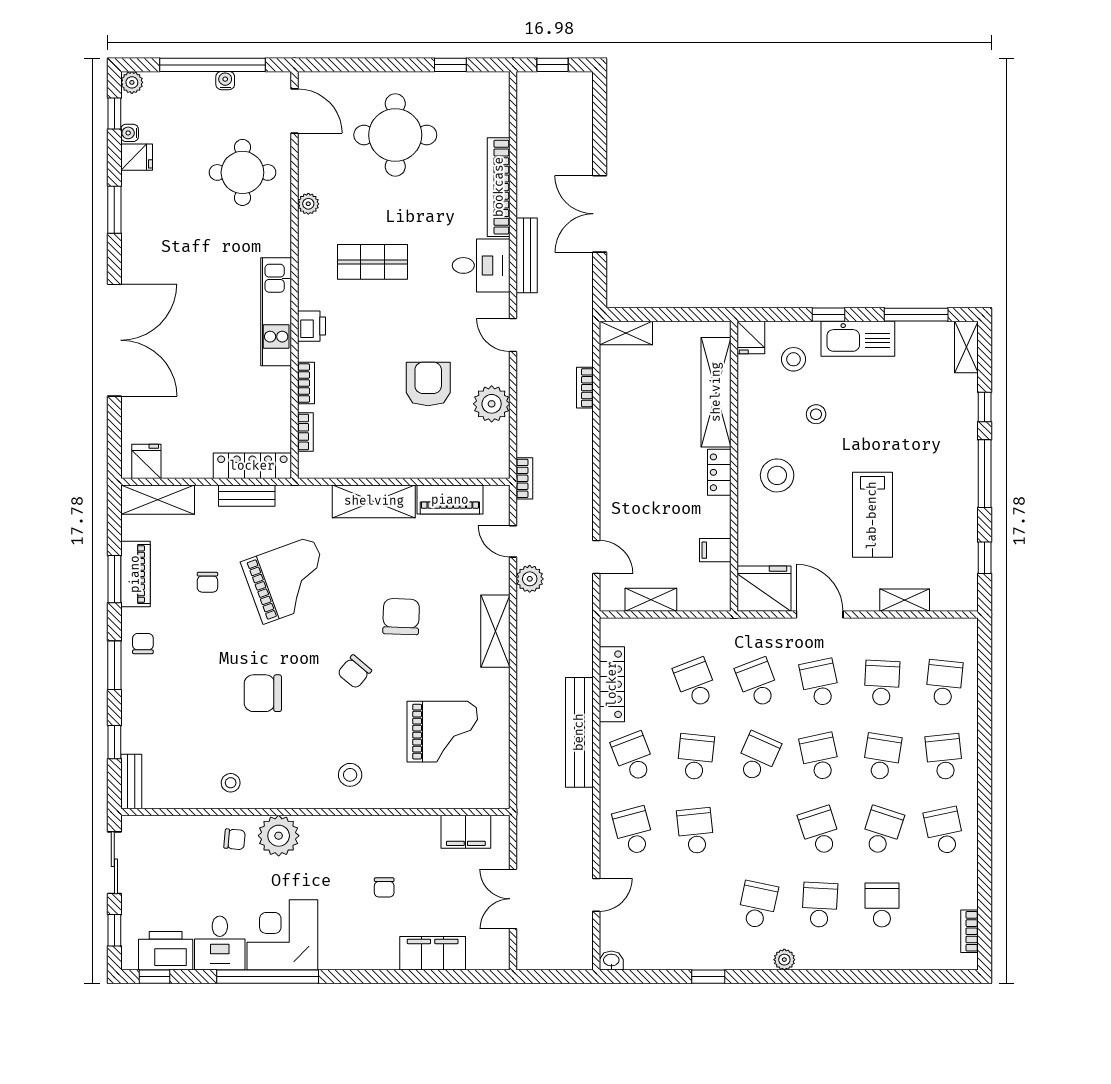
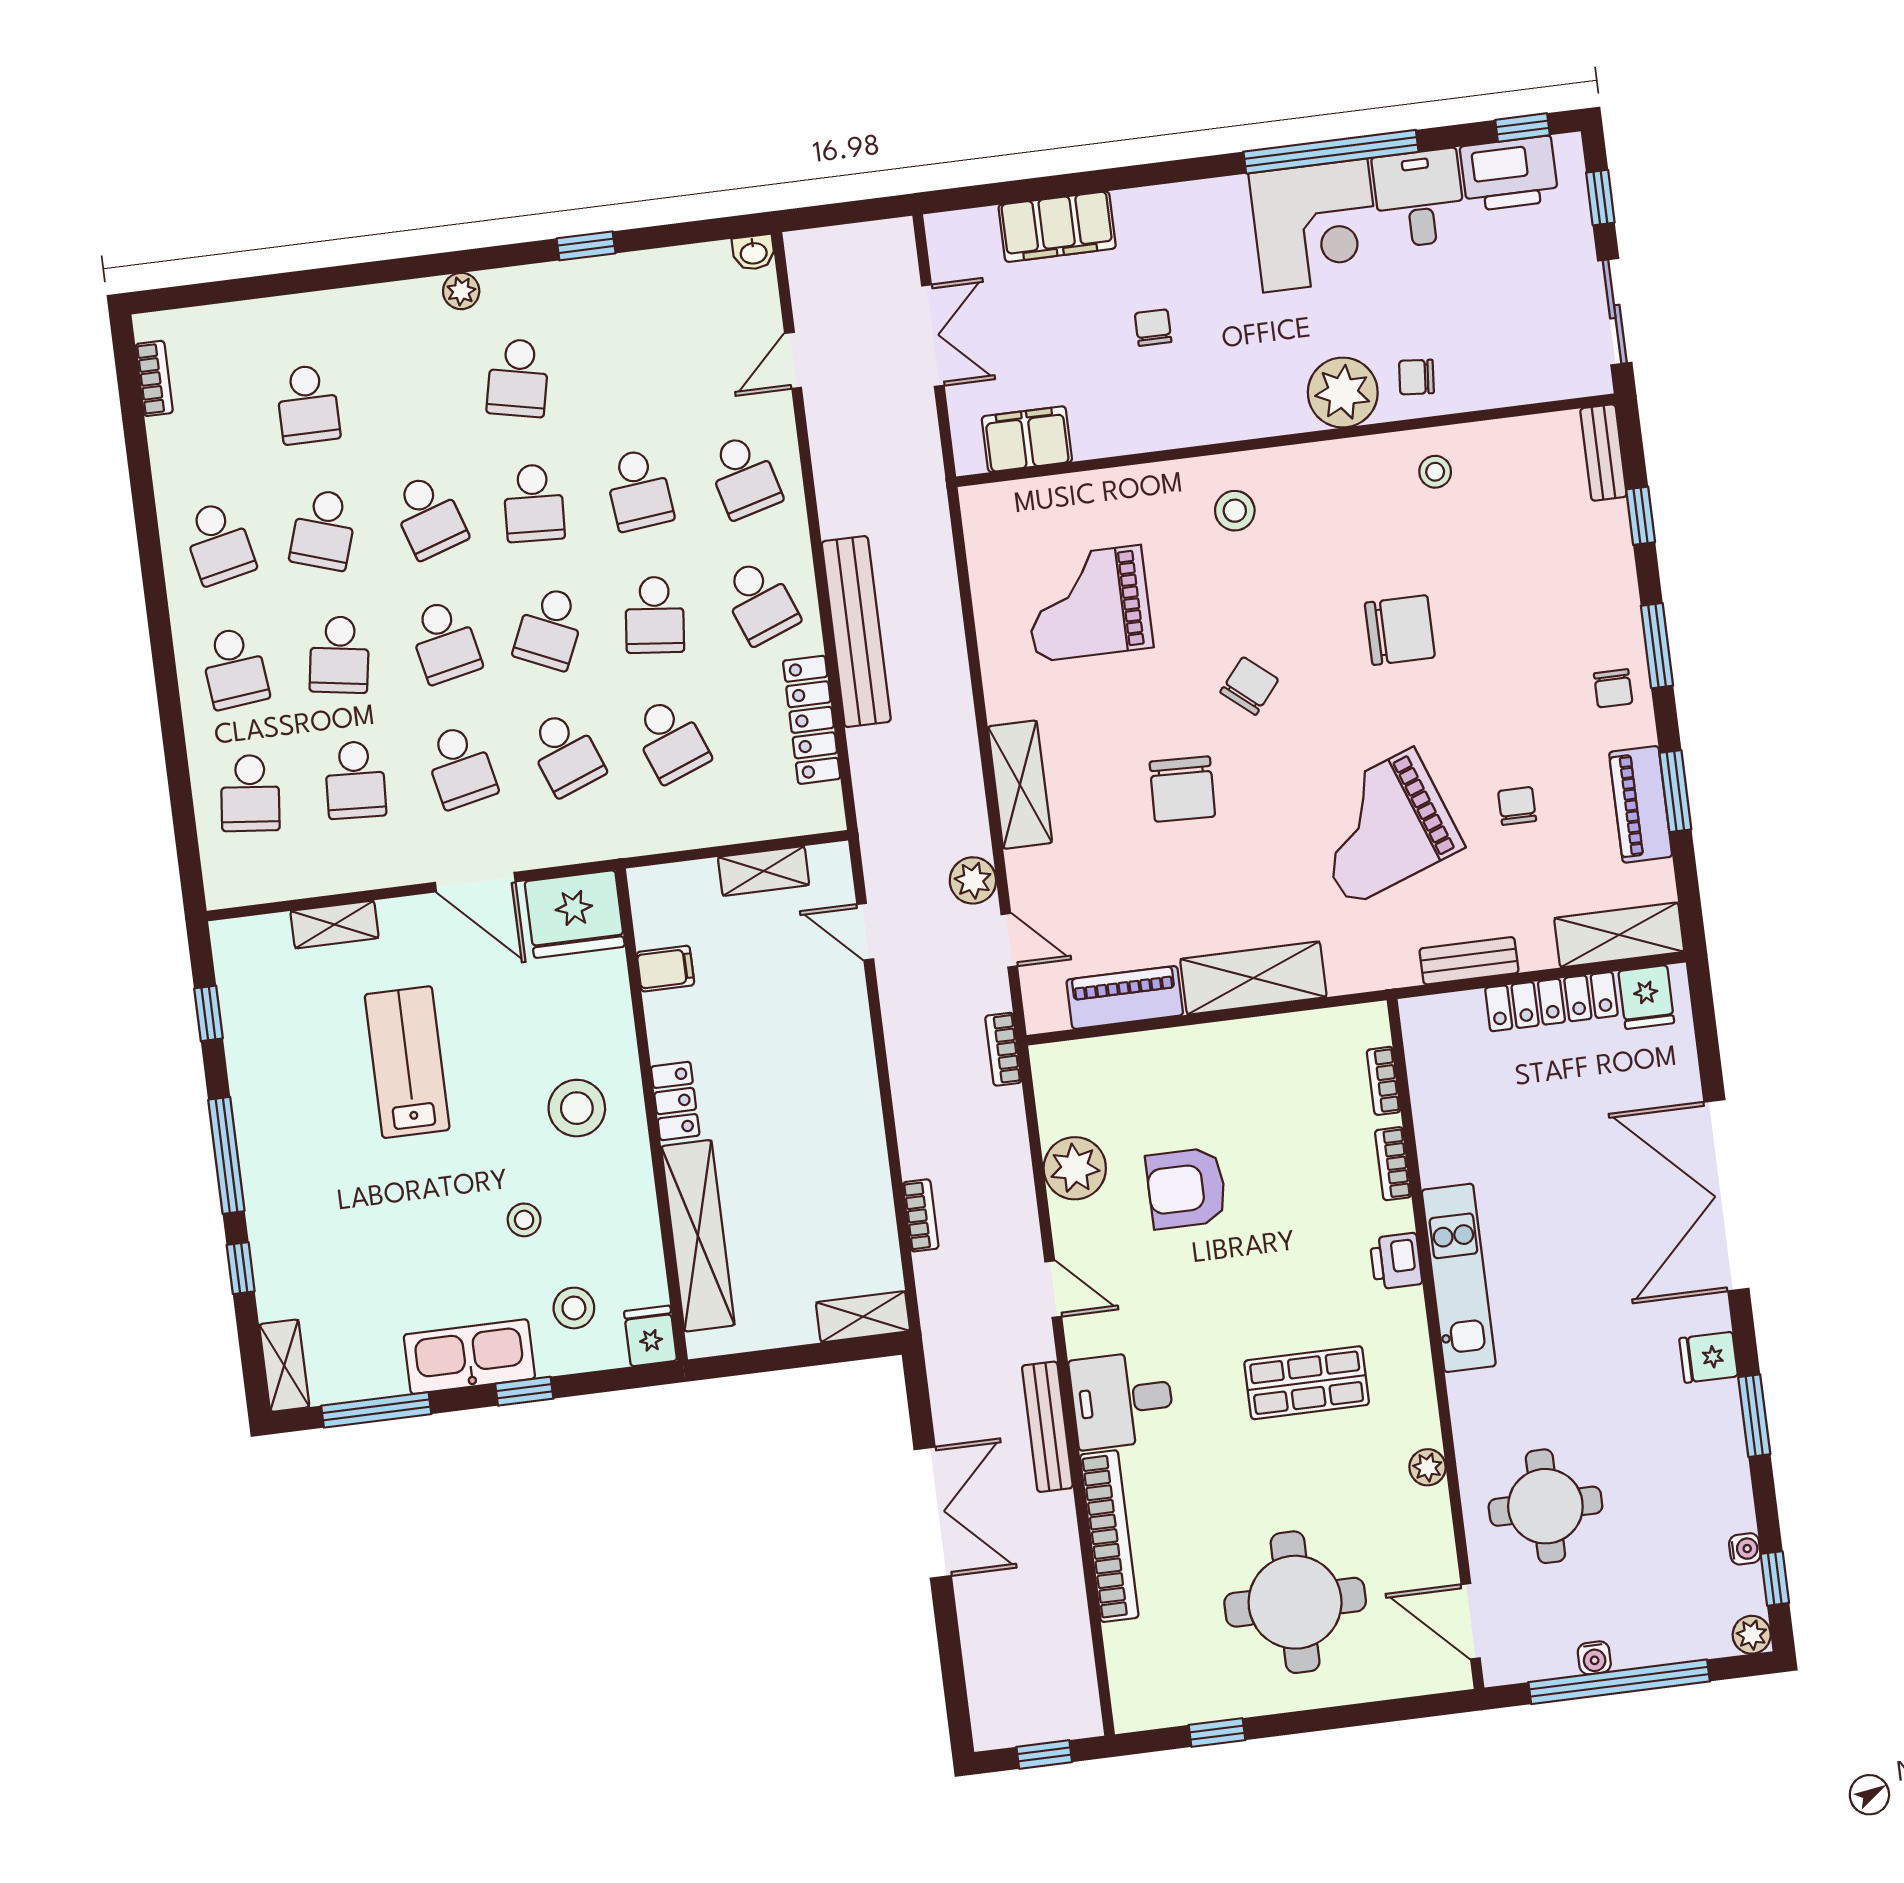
fridge: (137, 157) -> (1709, 1357), moved
armchair: (428, 384) -> (1186, 1188), turned 90
locker: (252, 466) -> (1551, 1002), moved
school desk: (820, 905) -> (534, 503), moved

